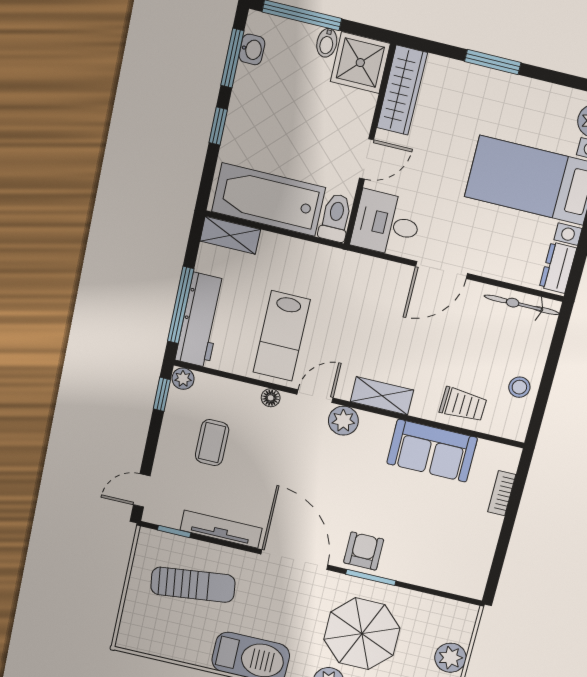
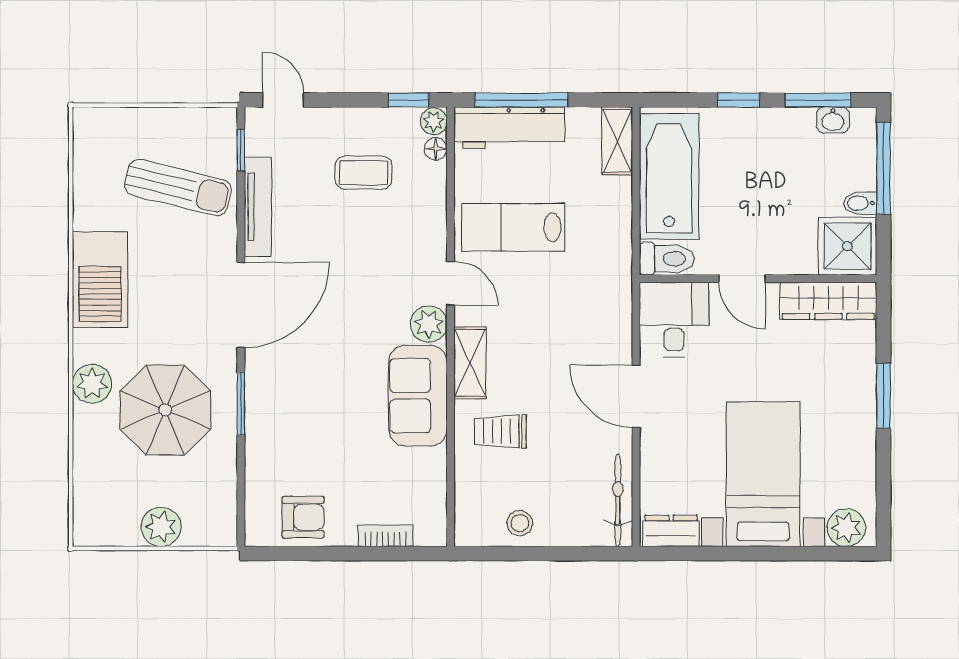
floor lamp: (271, 398) -> (436, 149), moved
trolley: (463, 405) -> (500, 431), moved, turned 88
sofa: (432, 451) -> (418, 396), moved
armchair: (364, 551) -> (303, 517), moved
sun lounger: (193, 585) -> (178, 188), turned -69

